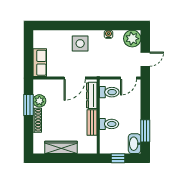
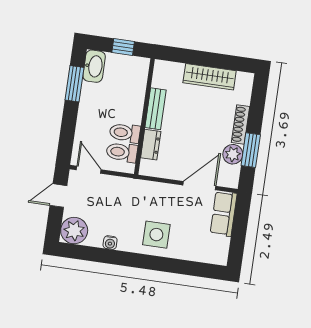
door: (75, 78) -> (199, 186), moved
door: (129, 78) -> (89, 170), hinge flipped
dresser: (92, 95) -> (151, 145), width x0.70
toilet: (109, 124) -> (125, 133), moved

